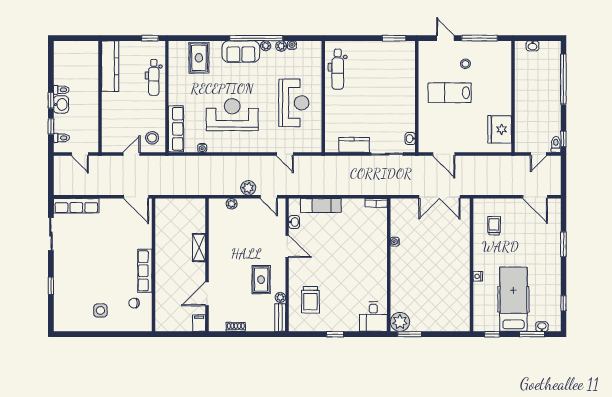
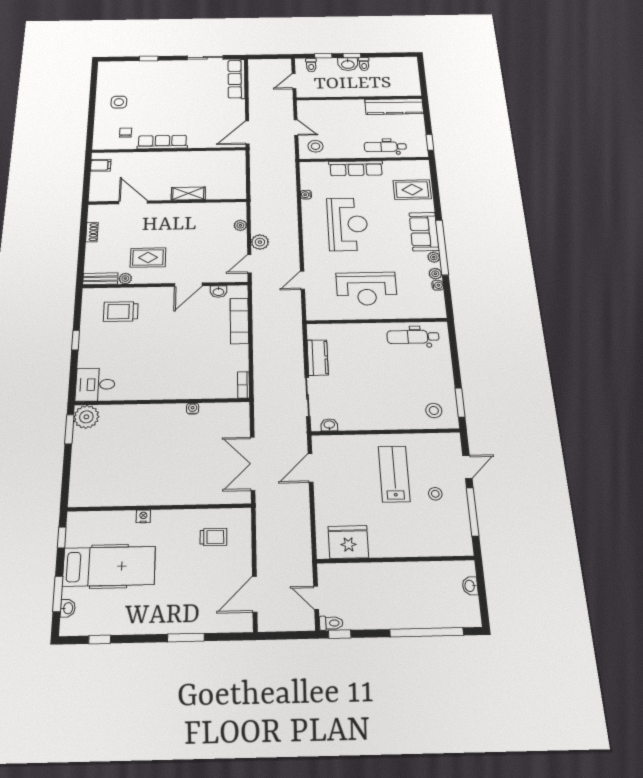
stool: (400, 59) -> (434, 411), added
row of seats: (176, 129) -> (356, 168), moved
filing cabinet: (199, 323) -> (101, 165), moved

